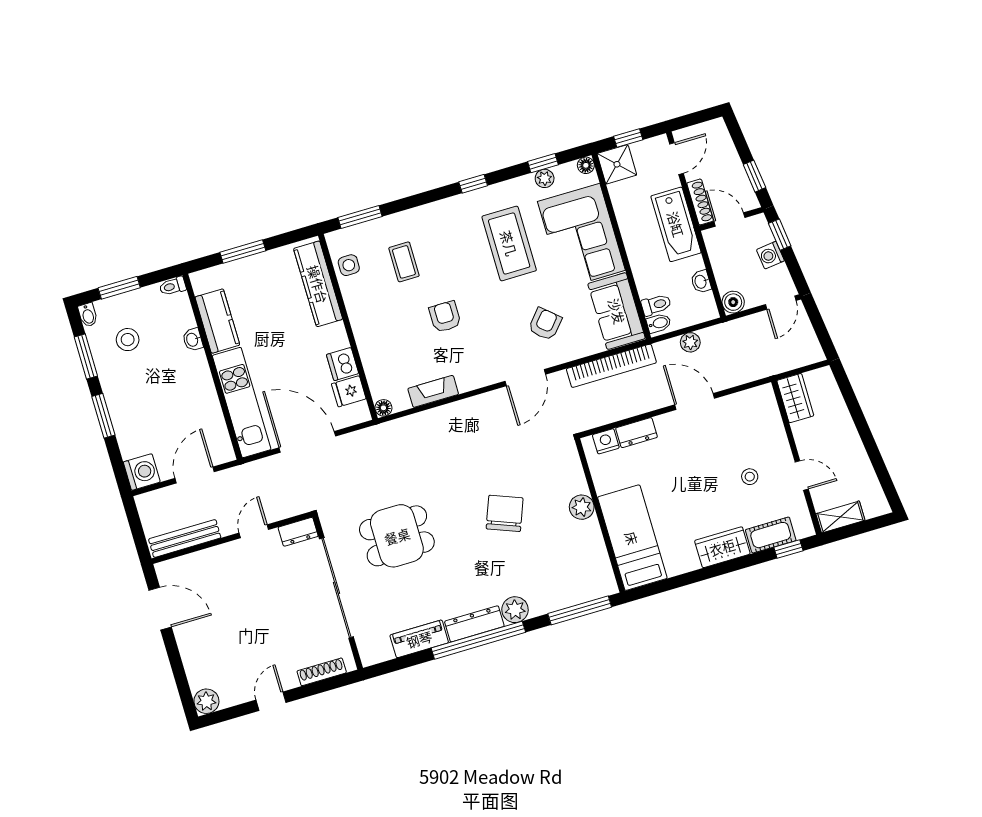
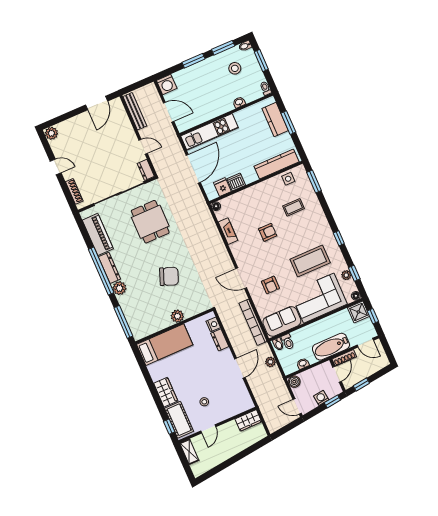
kitchen counter: (217, 321) -> (275, 120), moved, turned 90
armchair: (545, 324) -> (270, 285), turned 49
cot: (771, 535) -> (179, 420), width x1.37, depth x1.34
piano: (419, 639) -> (98, 234), width x1.37, depth x1.33

